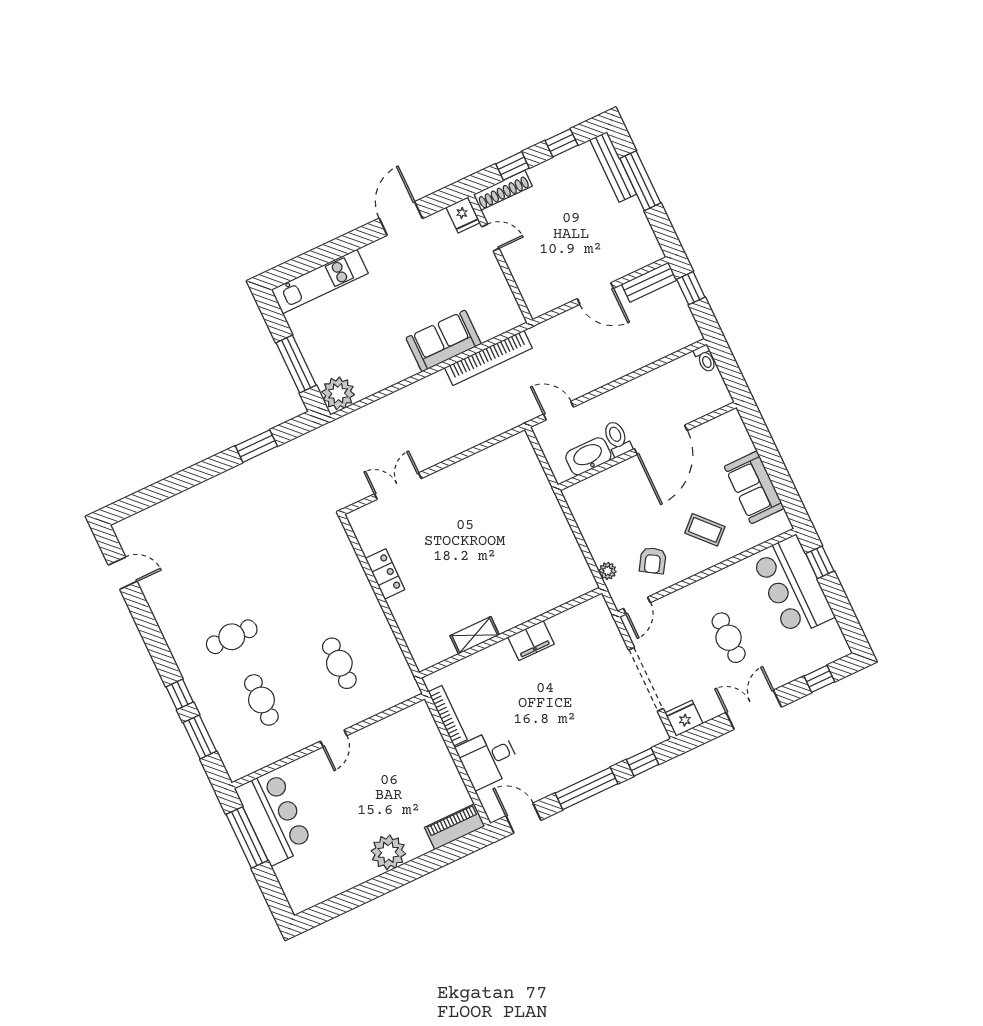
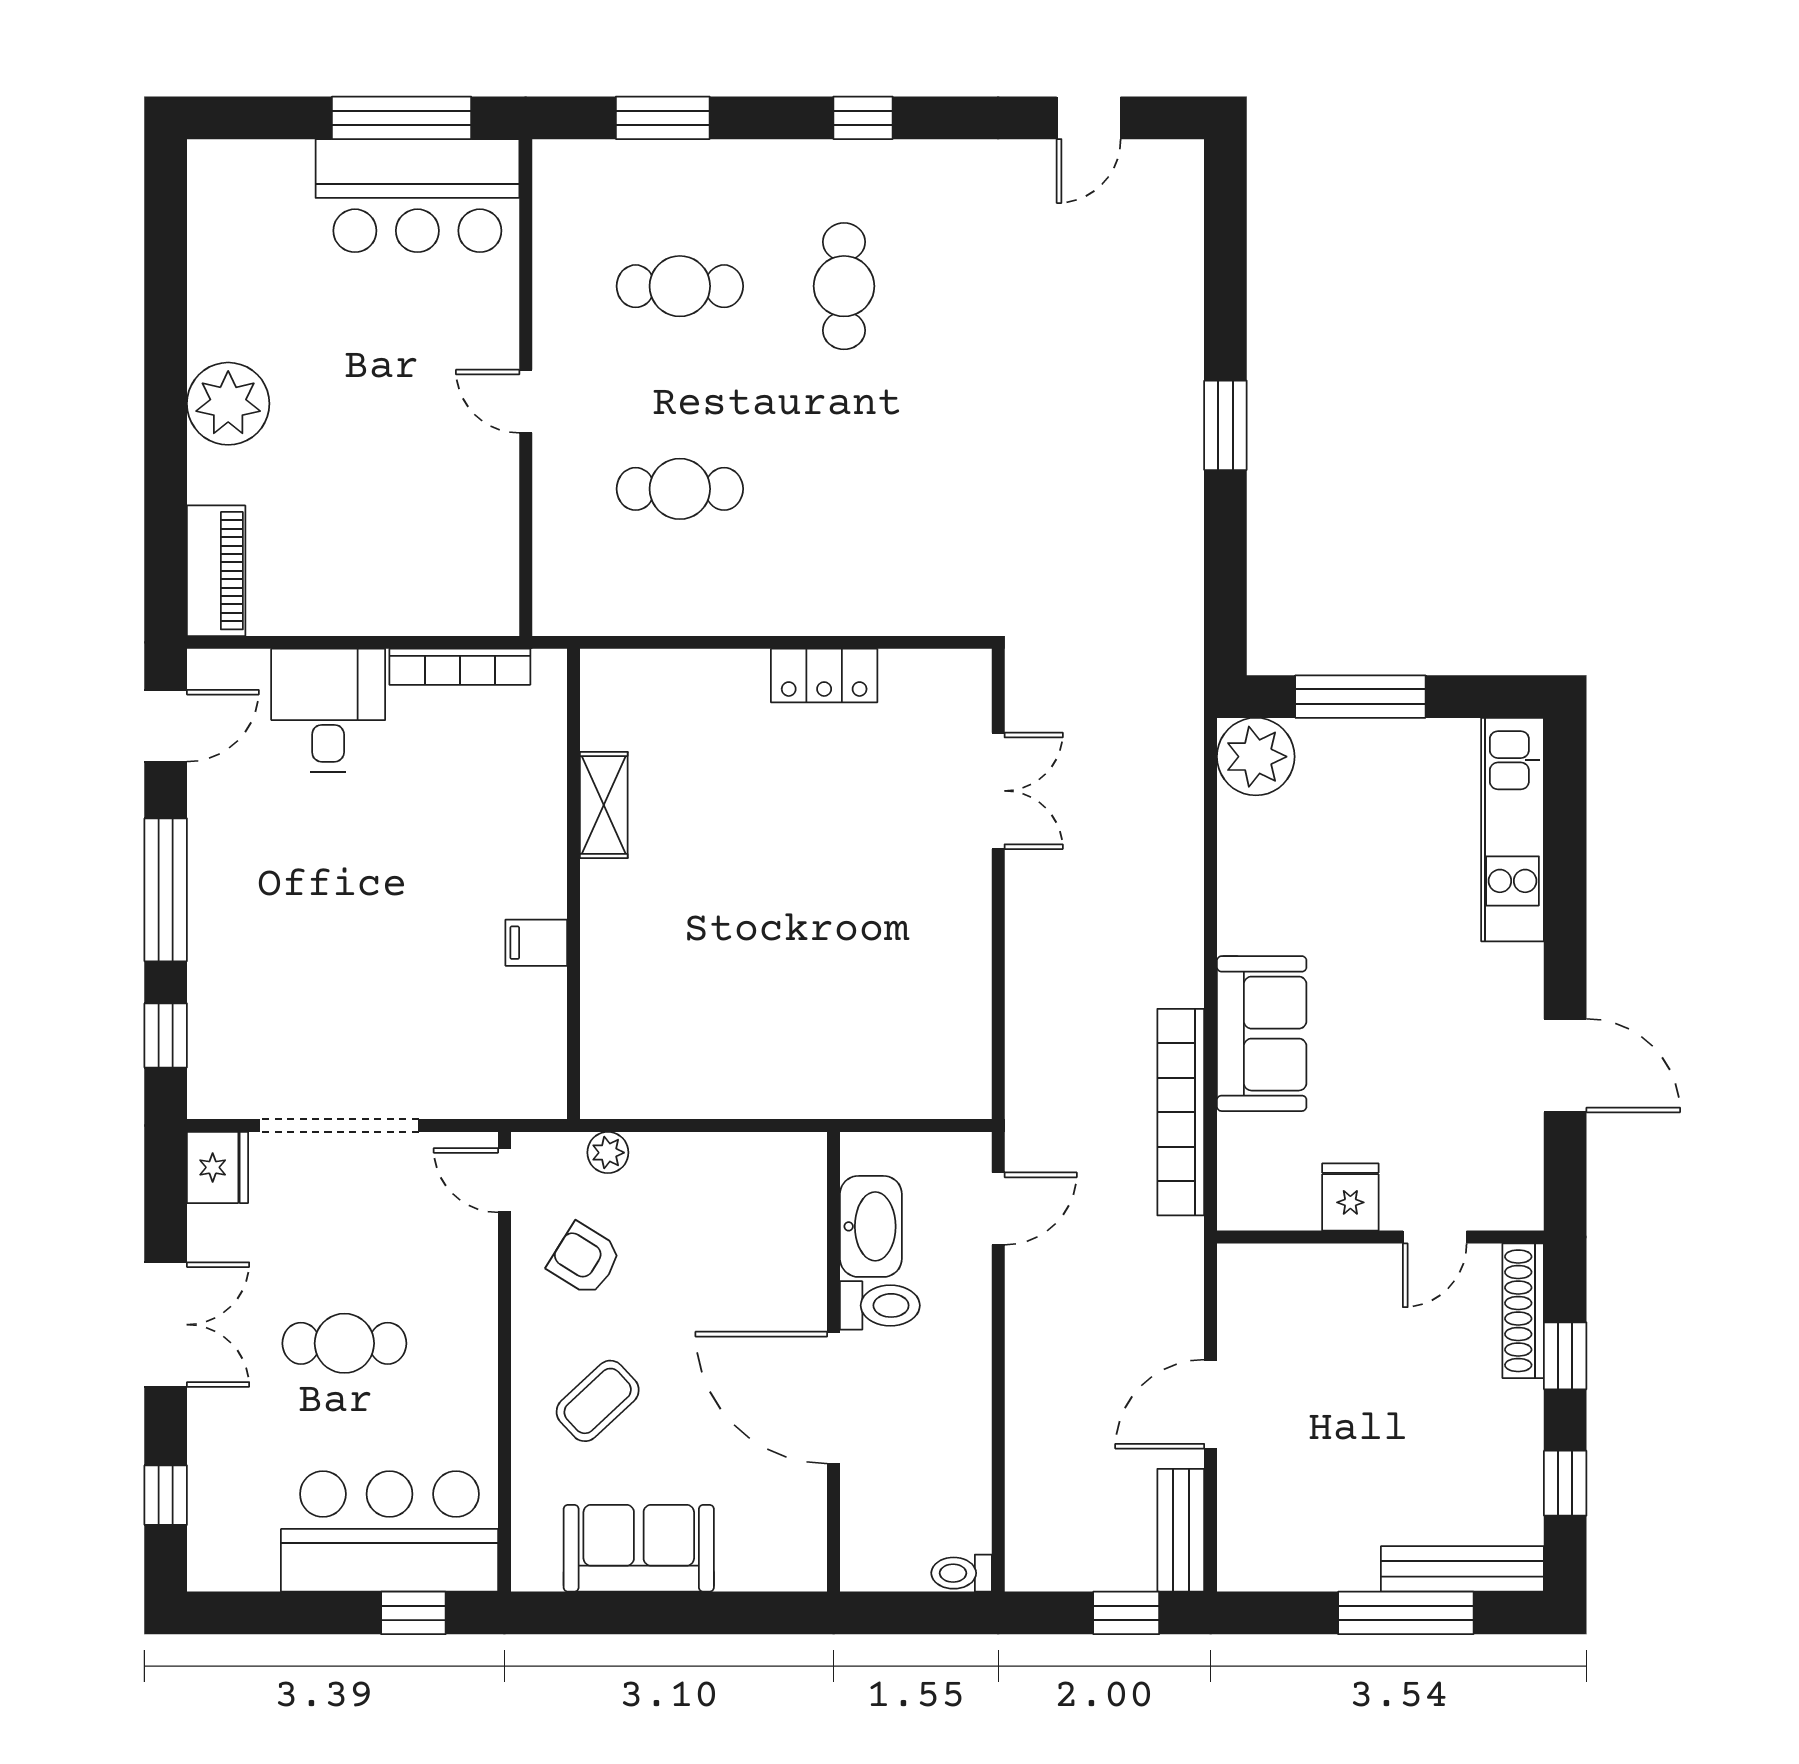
fridge: (463, 215) -> (1350, 1197), moved, turned 90
window: (256, 446) -> (1225, 425), moved
filing cabinet: (531, 641) -> (536, 943), width x0.50
window: (180, 694) -> (863, 118), moved

